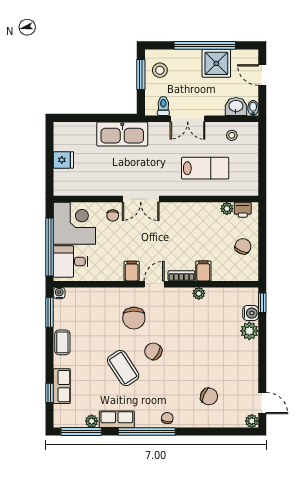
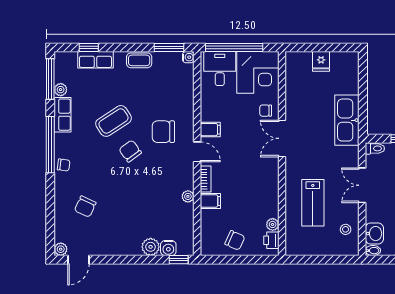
toilet: (163, 106) -> (375, 148), moved
chair: (153, 351) -> (130, 151), turned -67

